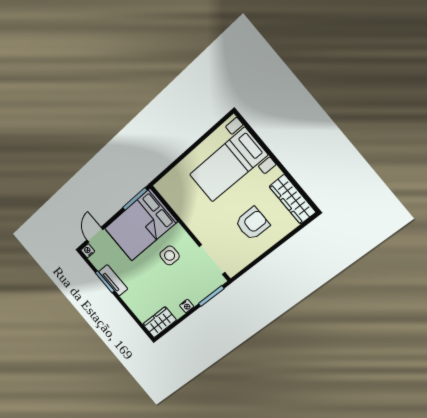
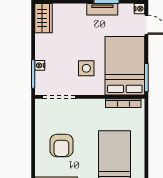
bookcase: (172, 201) -> (123, 103), added
nightstand: (187, 306) -> (40, 65), moved

